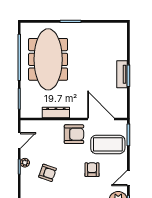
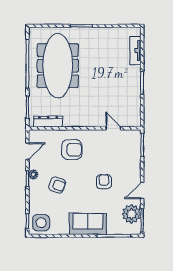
tv unit: (122, 74) -> (135, 50), moved
dresser: (56, 113) -> (48, 122), moved
door: (101, 119) -> (113, 128), width x0.53
armchair: (74, 134) -> (72, 150), moved
coffee table: (108, 144) -> (121, 155), removed

